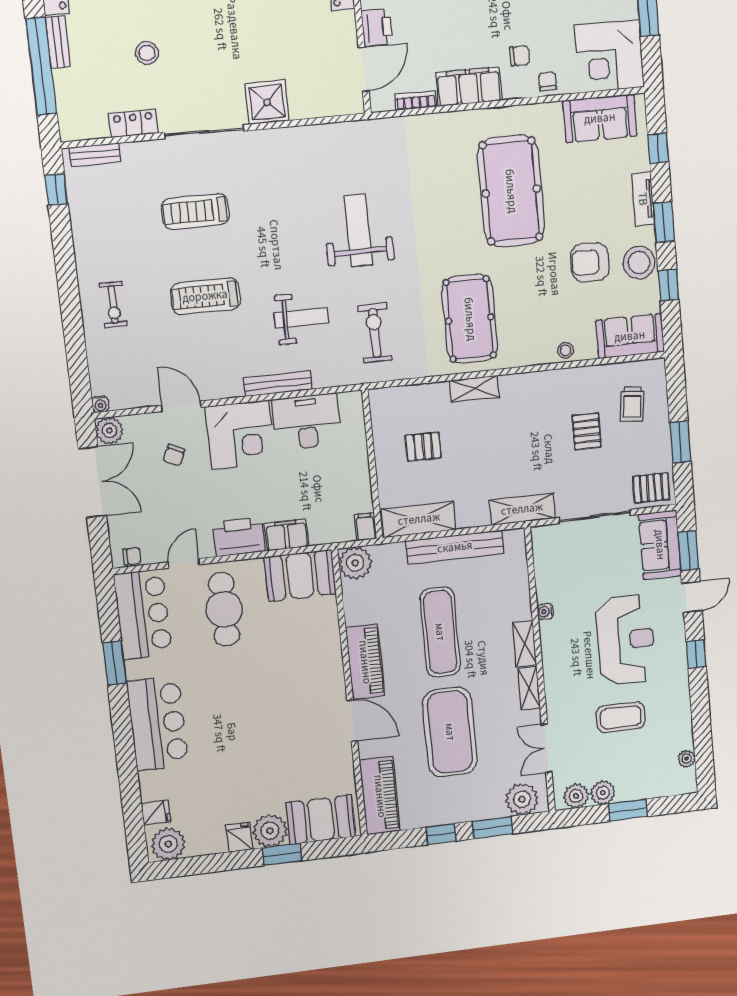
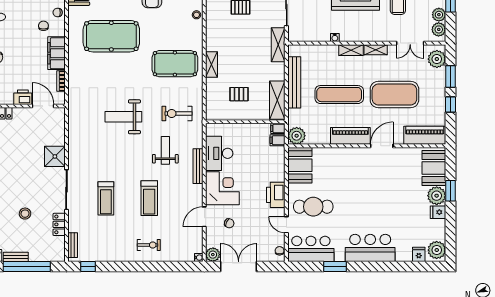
pallet: (423, 447) -> (239, 94), turned 90
filing cabinet: (287, 535) -> (278, 140), moved, width x0.50

